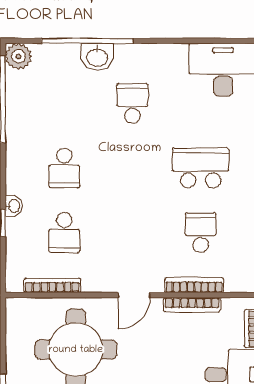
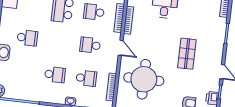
school desk: (132, 103) -> (27, 38), turned 180
school desk: (132, 233) -> (90, 45), added

